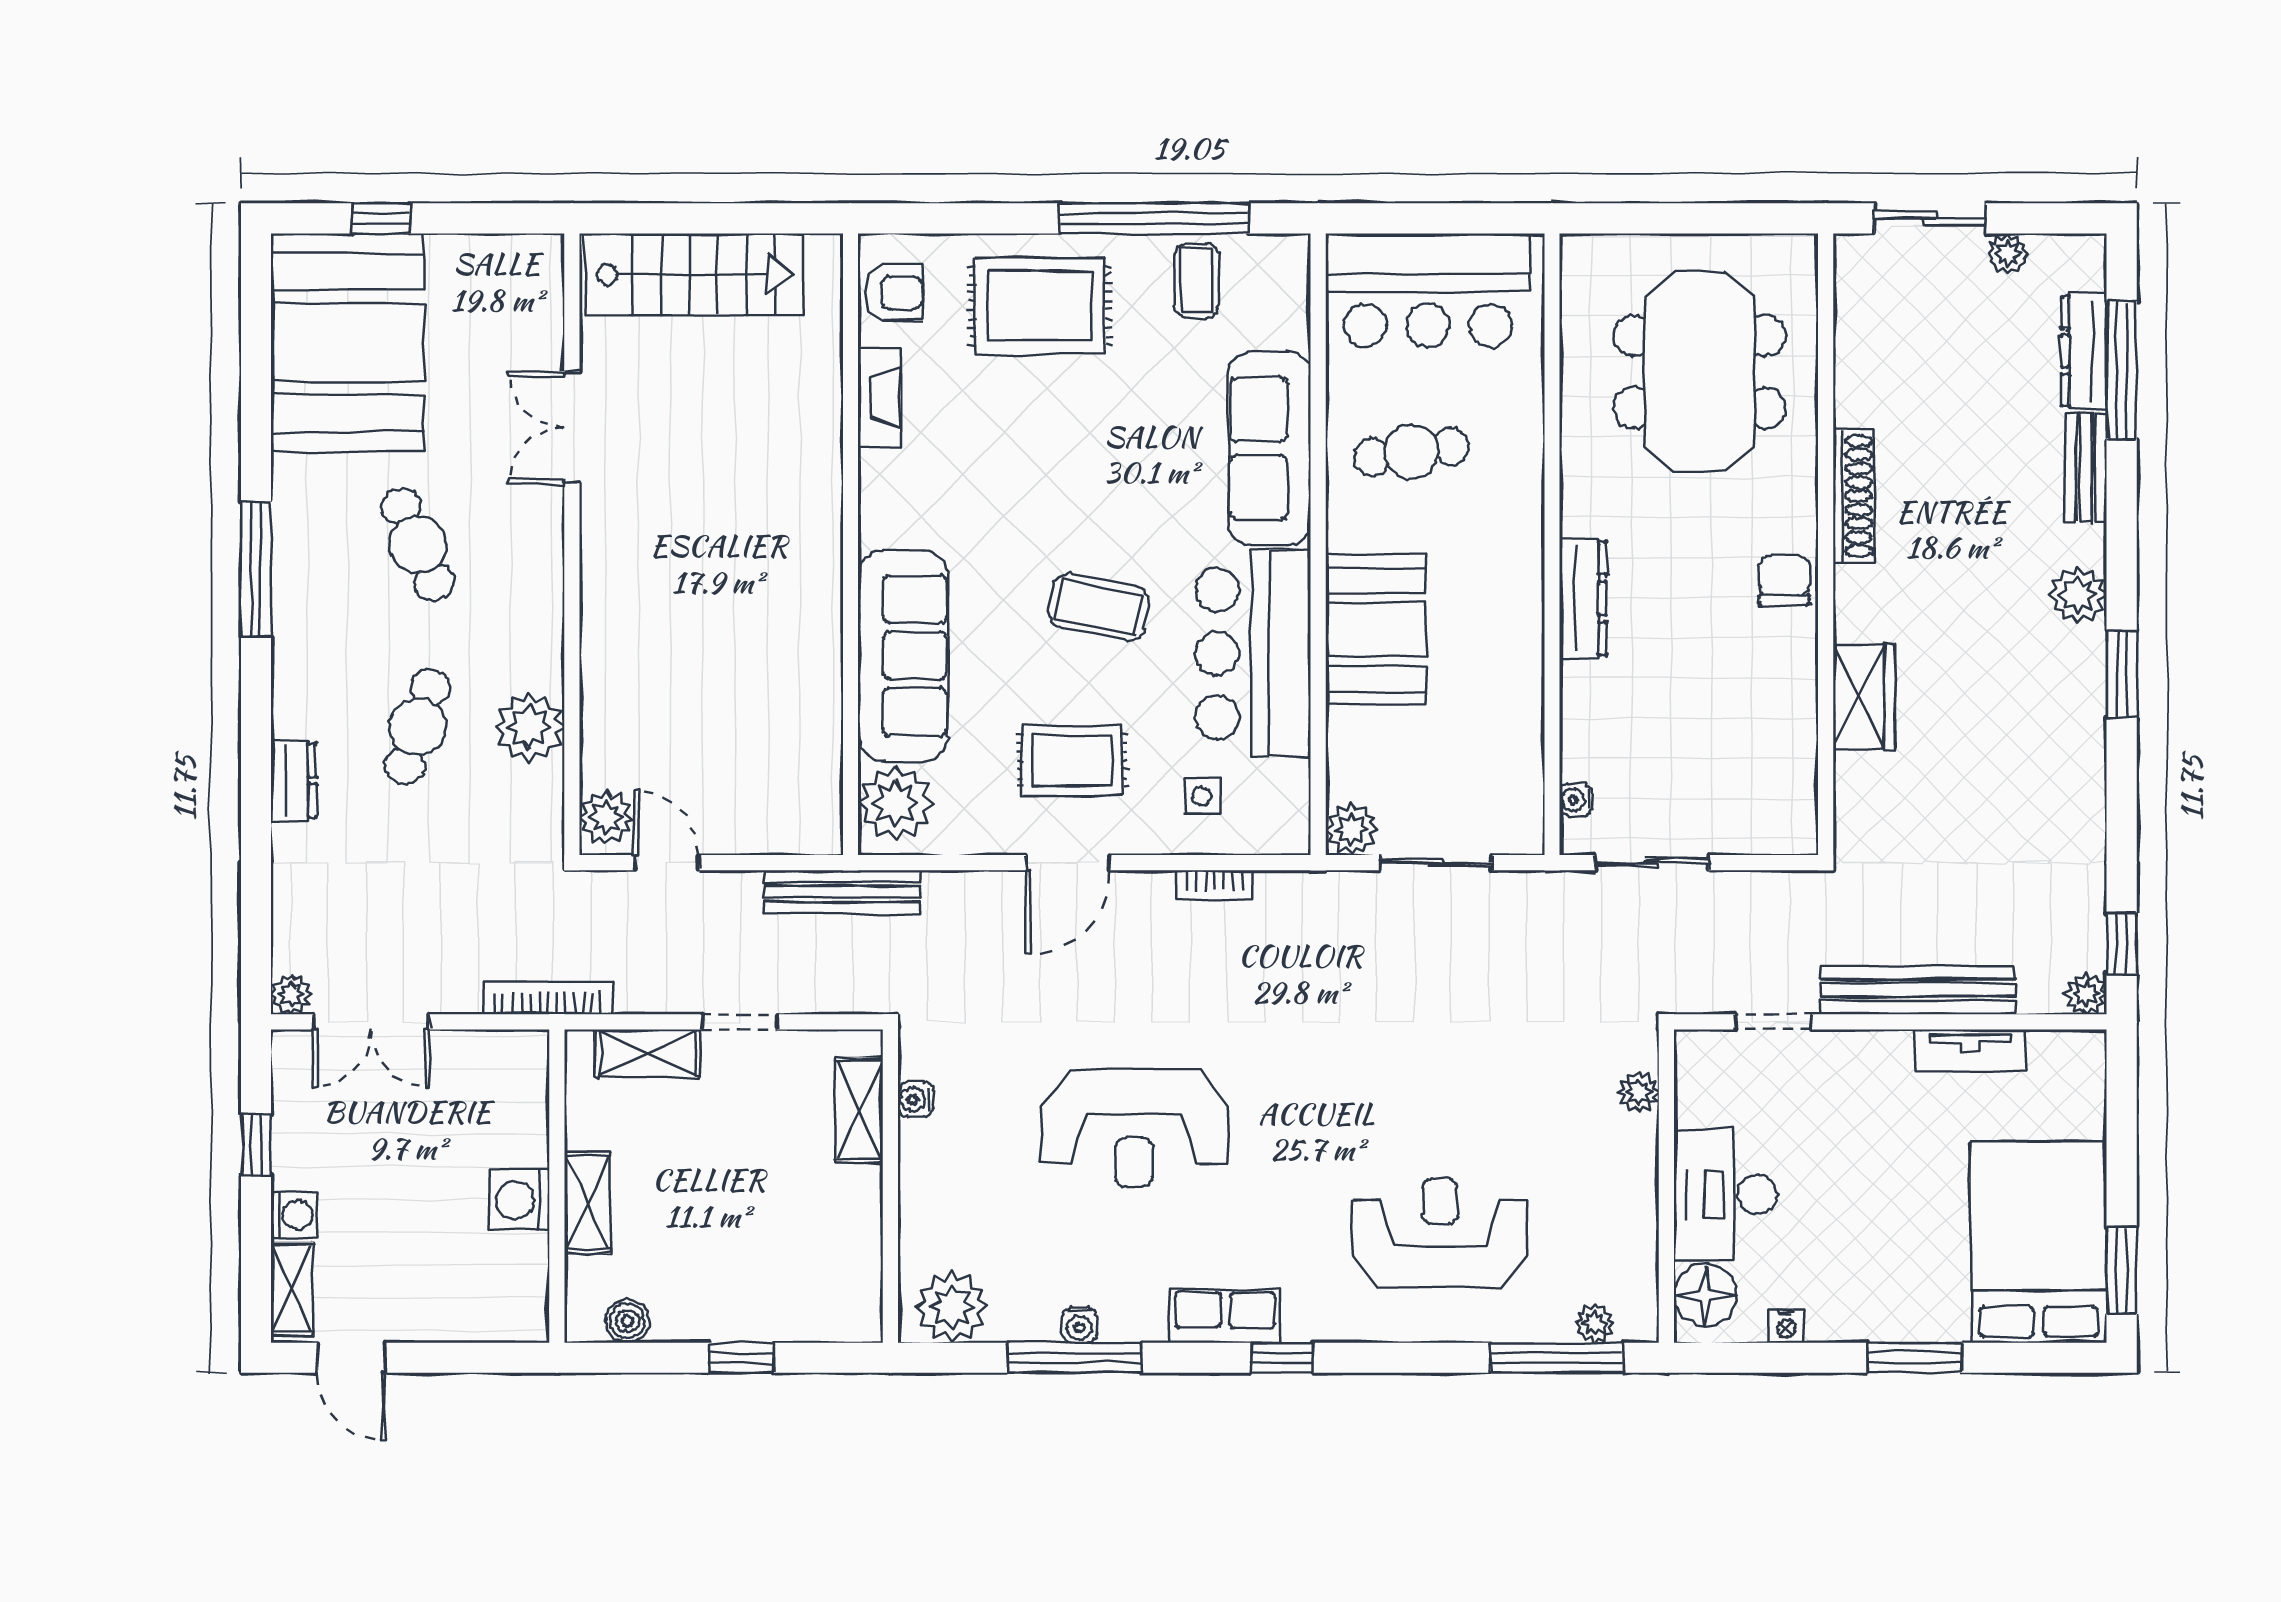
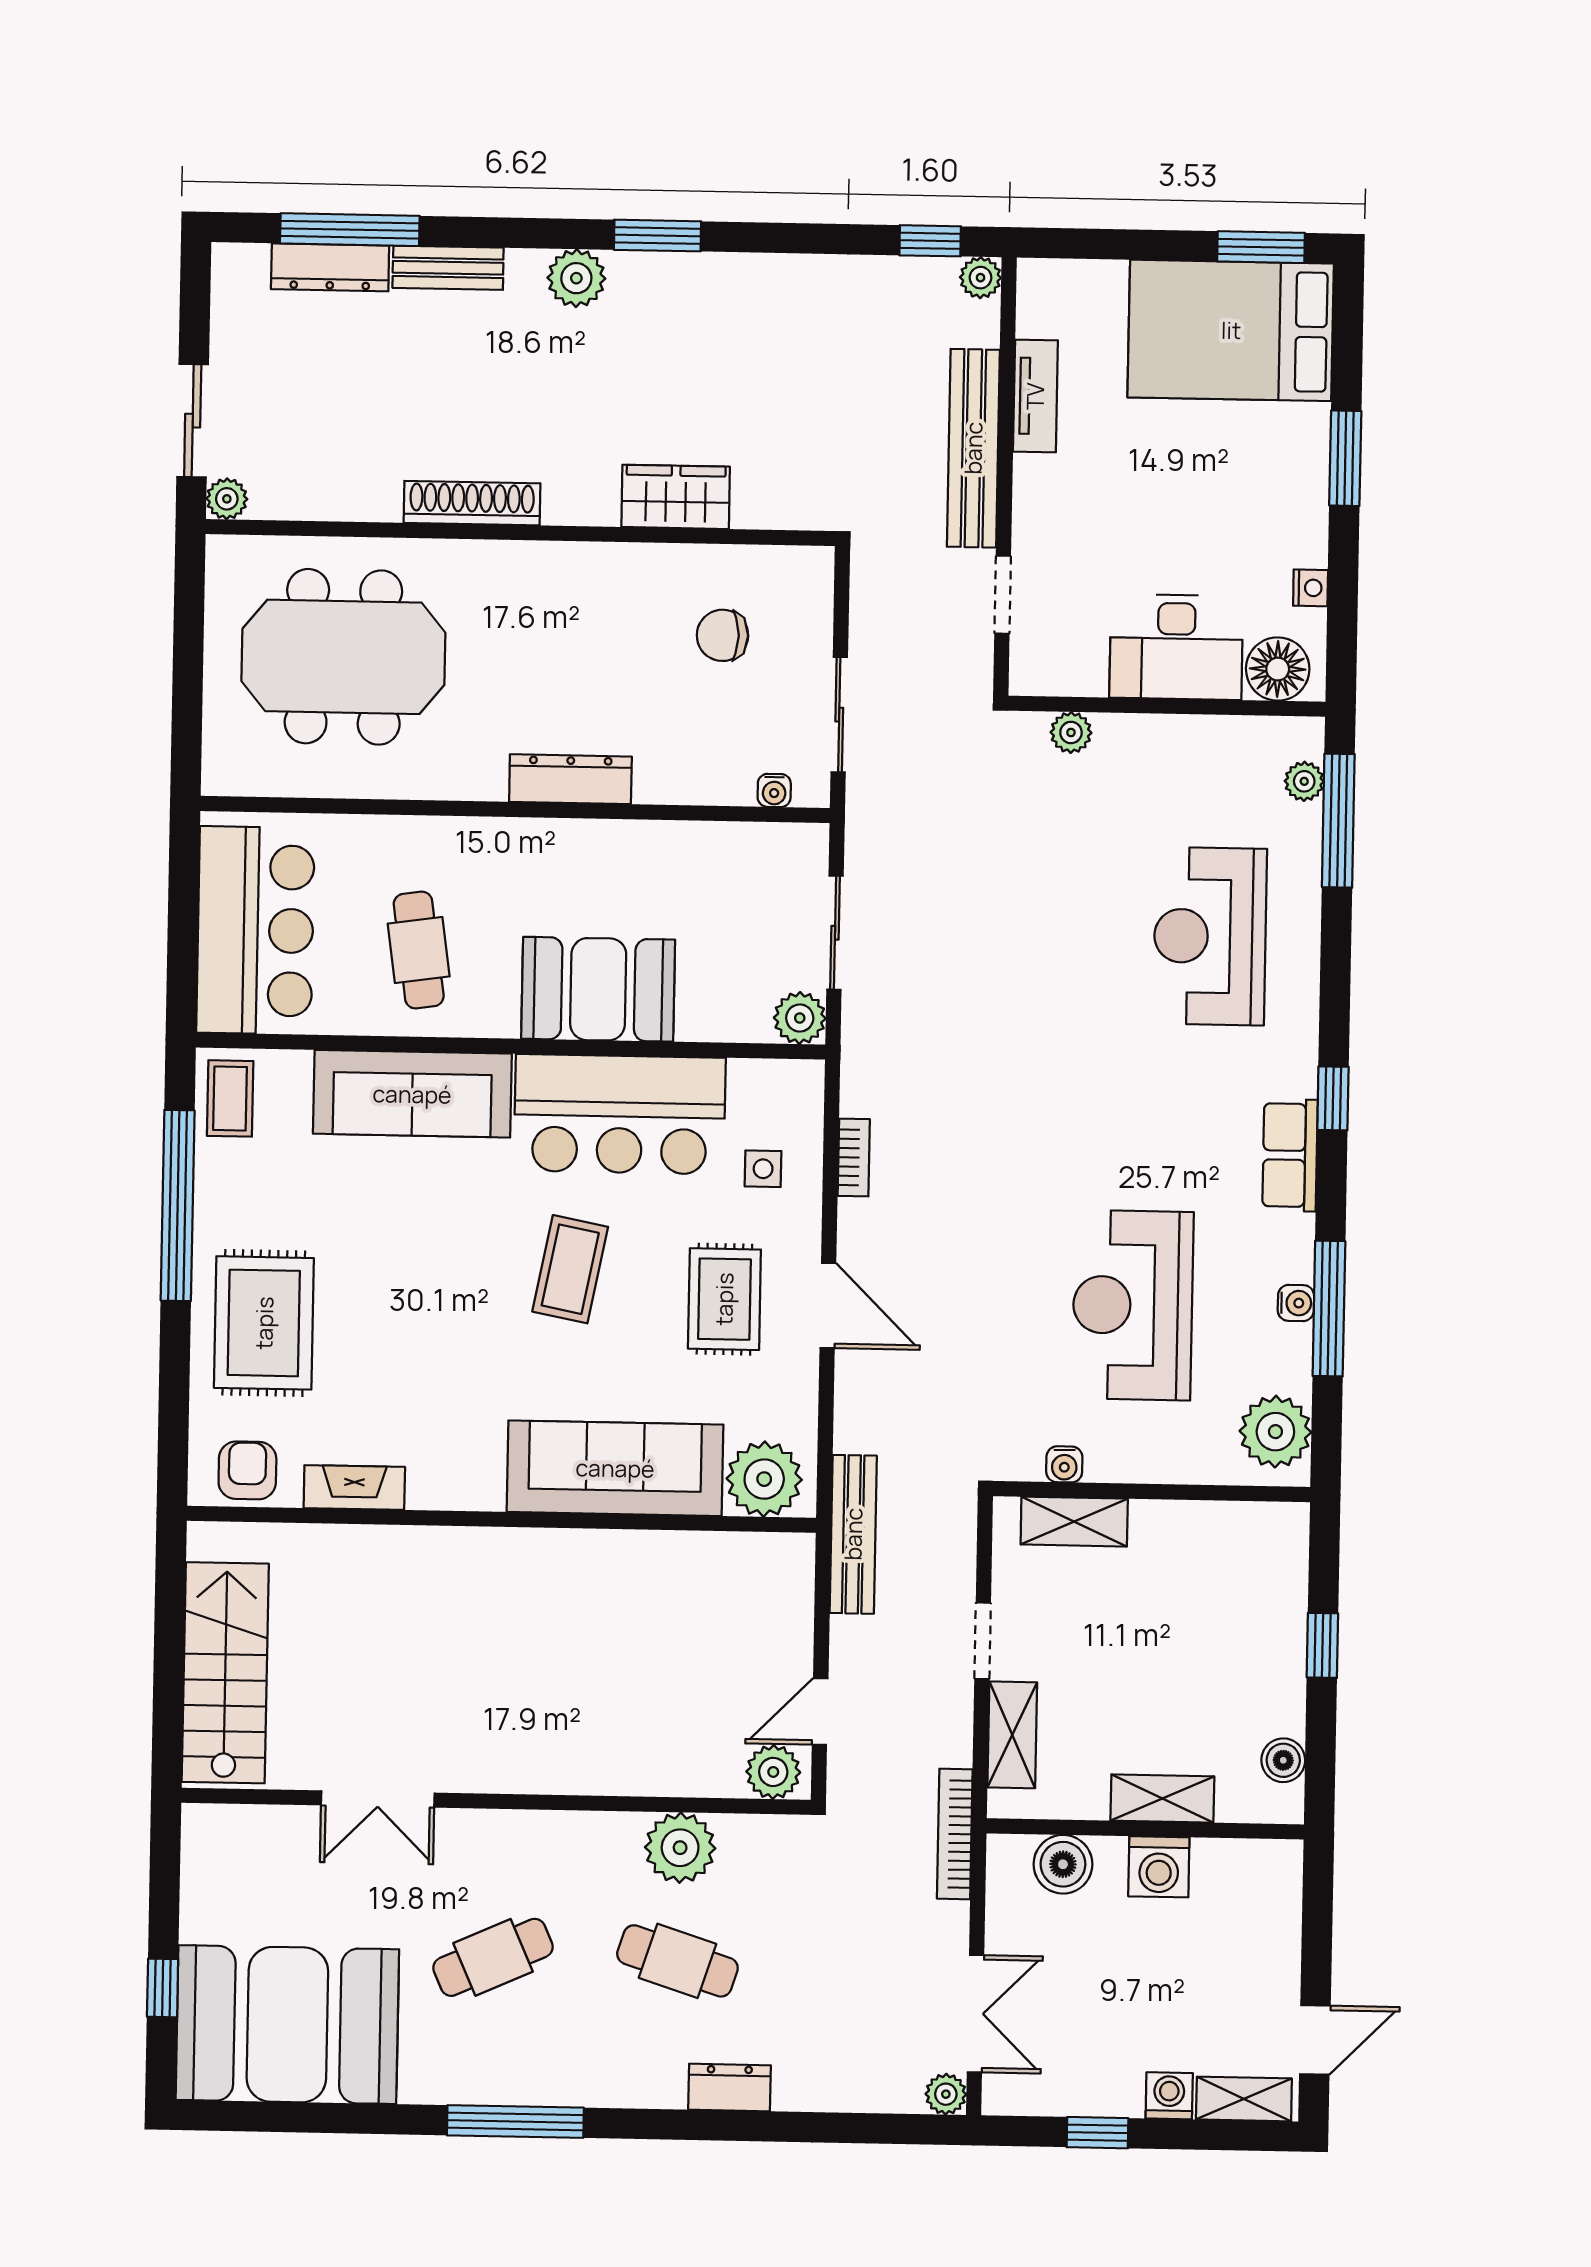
plant: (2008, 254) -> (227, 499), moved
coffee table: (1196, 281) -> (230, 1098), moved, turned 90
chair: (1784, 580) -> (722, 635), moved
boiler: (520, 1106) -> (1063, 1864), added
reception desk: (1134, 1128) -> (1133, 1305), moved, turned 180

